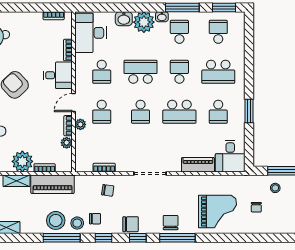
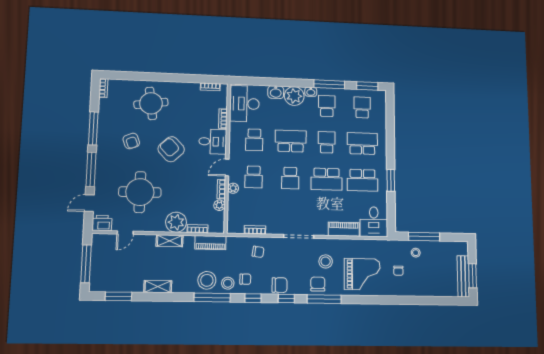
school desk: (218, 72) -> (362, 144), turned 180
school desk: (218, 112) -> (362, 180), width x1.85
piano: (52, 184) -> (210, 243), width x0.73, depth x0.75
stool: (179, 199) -> (326, 261), added

